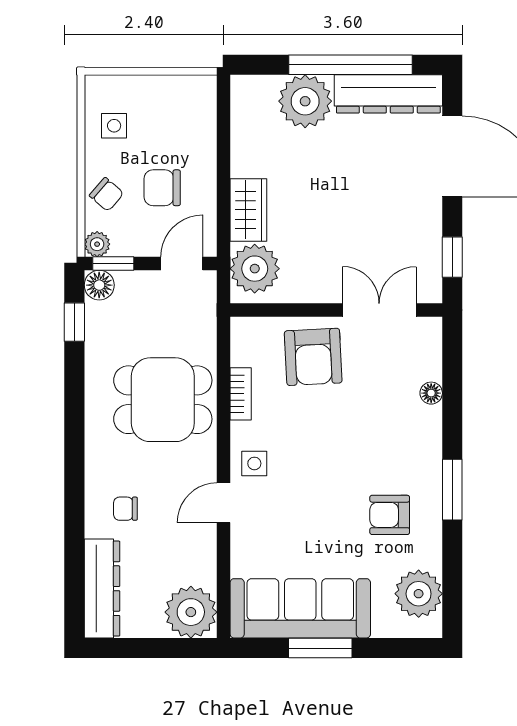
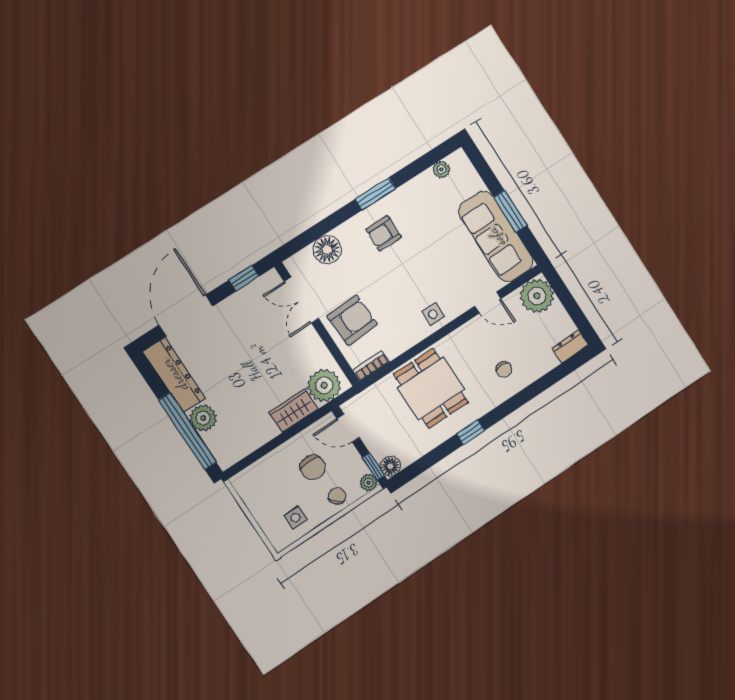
window: (350, 65) -> (187, 431), moved
plant: (305, 101) -> (203, 418), width x0.73, depth x0.73
window: (74, 322) -> (471, 432), moved
floor lamp: (431, 393) -> (327, 250), width x1.89, depth x1.89
bookcase: (241, 394) -> (371, 366), moved
door: (224, 503) -> (488, 302), moved
armchair: (390, 515) -> (384, 233), moved, turned 90
dresser: (102, 589) -> (570, 346), width x0.51, depth x0.80
plant: (419, 594) -> (441, 169), width x0.53, depth x0.53

